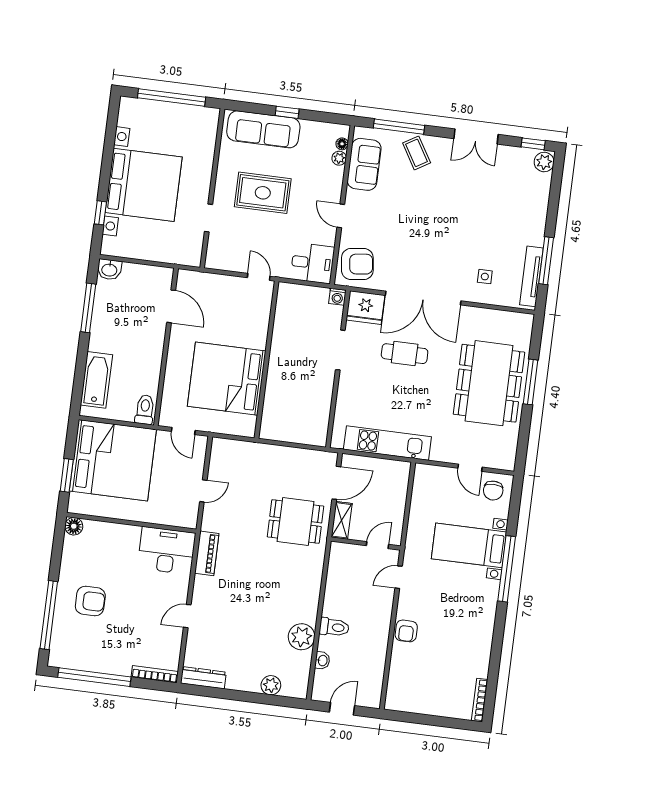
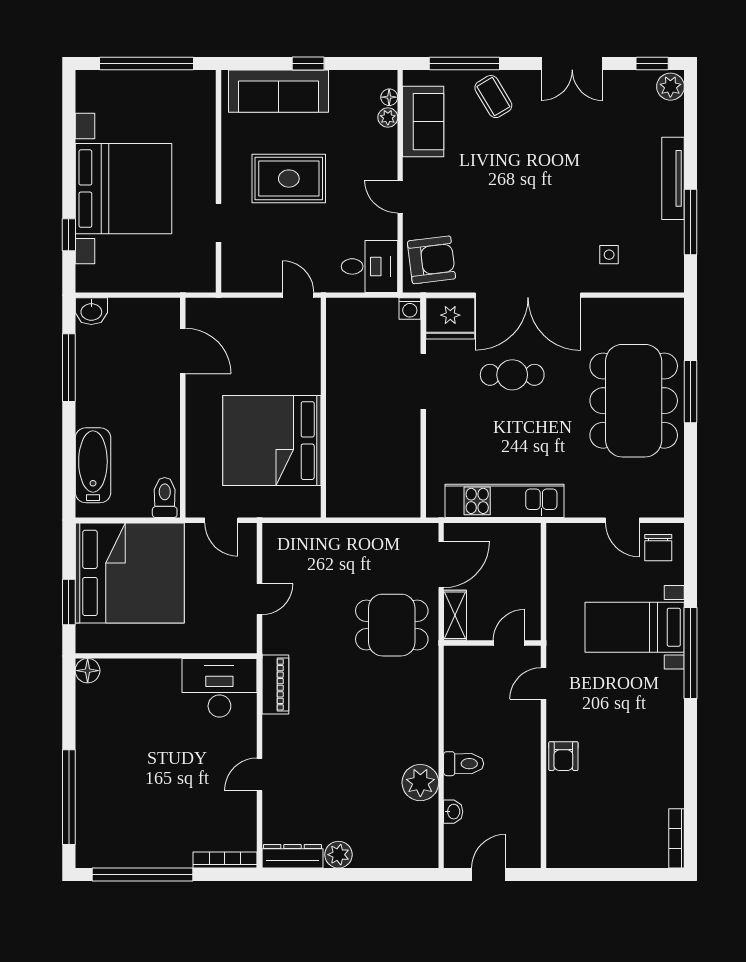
tv unit: (531, 276) -> (673, 178), moved
armchair: (90, 601) -> (123, 771), removed
plant: (271, 685) -> (339, 855), moved

